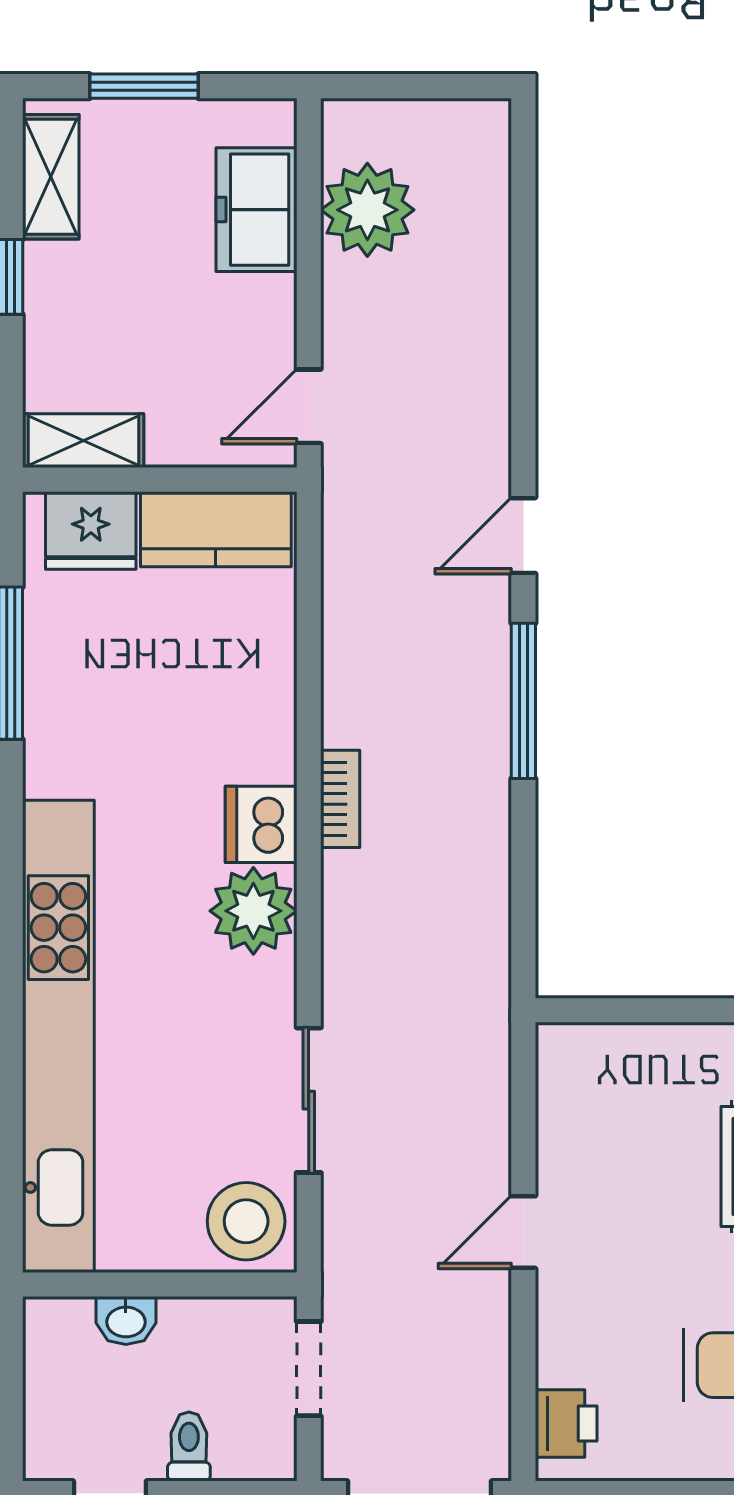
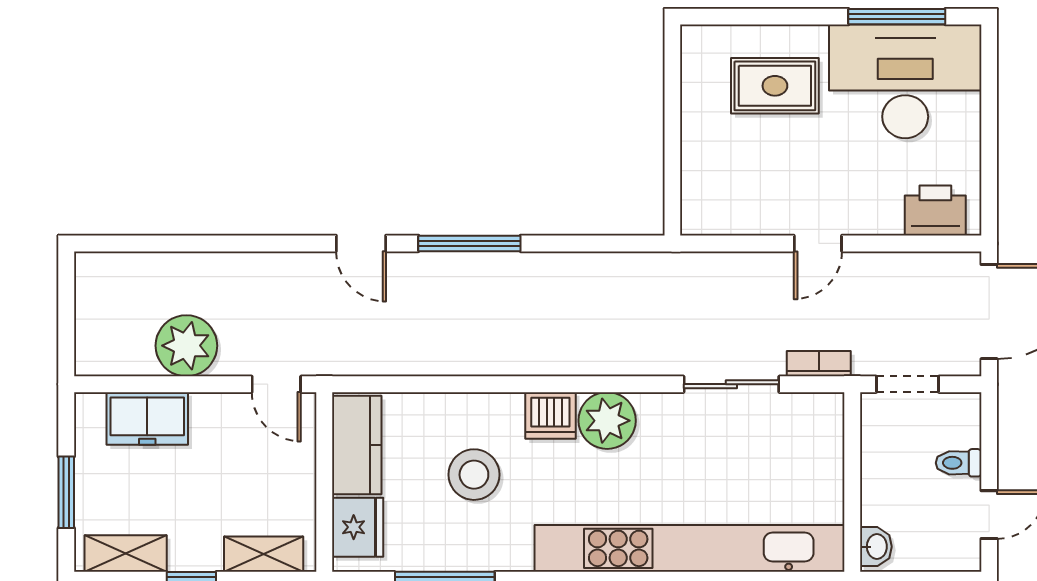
plant: (367, 210) -> (186, 346), moved
shelving: (83, 441) -> (264, 554), moved, turned 90
bookcase: (340, 799) -> (819, 364), moved
stool: (246, 1221) -> (474, 475), moved
door: (523, 1232) -> (818, 243), hinge flipped
washbasin: (126, 1321) -> (876, 547), moved
printer: (566, 1423) -> (935, 211), width x1.36, depth x1.24

